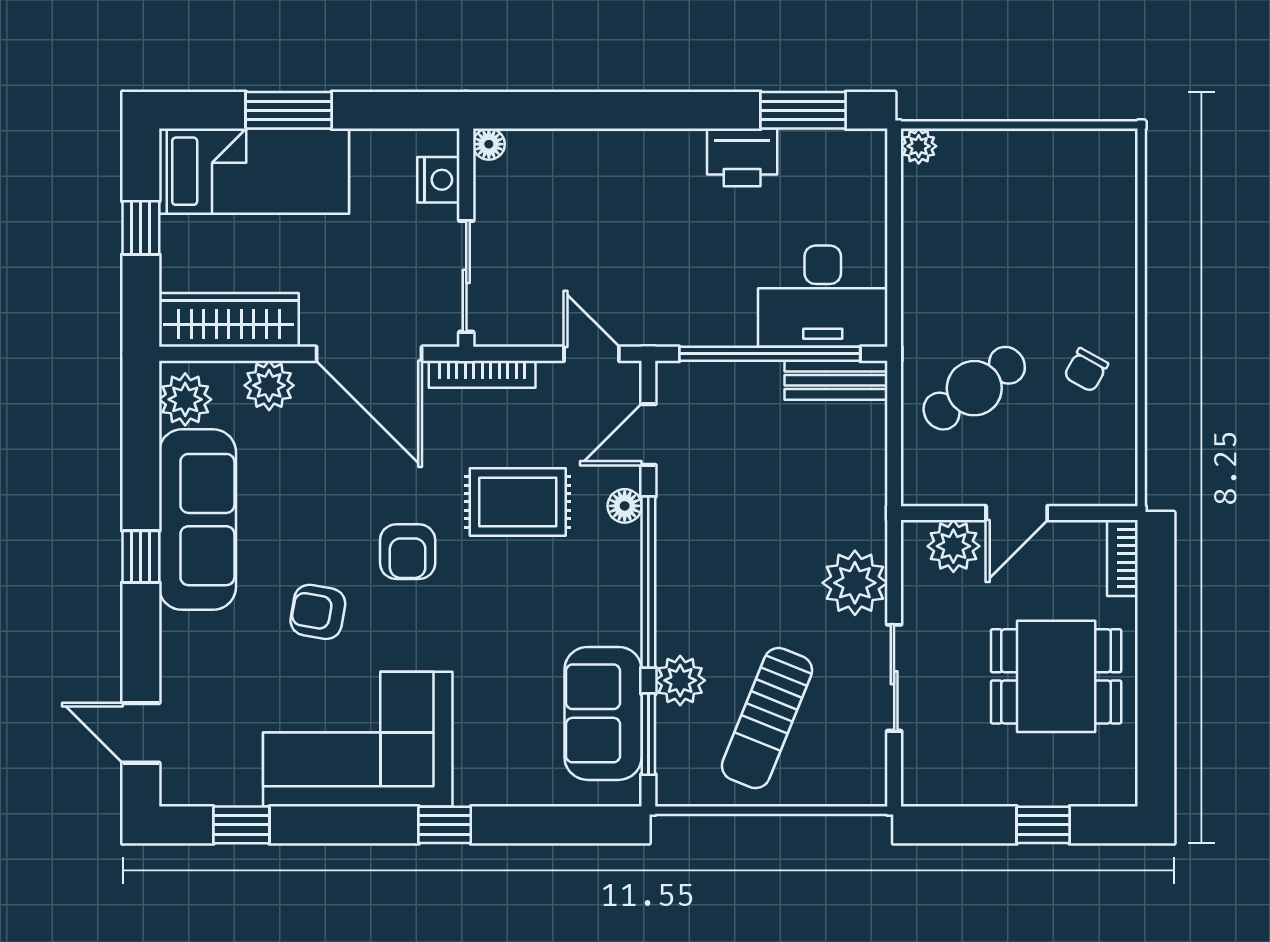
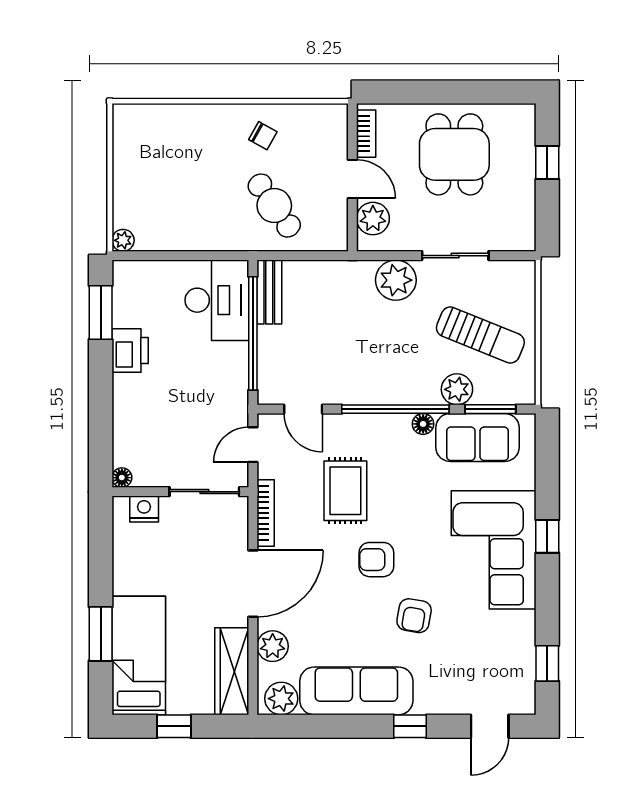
floor lamp: (489, 144) -> (122, 478), moved
nightstand: (438, 180) -> (144, 509), moved
wall: (466, 238) -> (180, 492), moved
sliding door: (466, 276) -> (204, 492), moved
floor lamp: (625, 506) -> (423, 424), moved
armchair: (408, 552) -> (376, 560), turned 180
window: (141, 557) -> (410, 726), moved
bookcase: (1122, 558) -> (366, 134), moved, turned -90
corner sofa: (358, 739) -> (494, 550), moved

